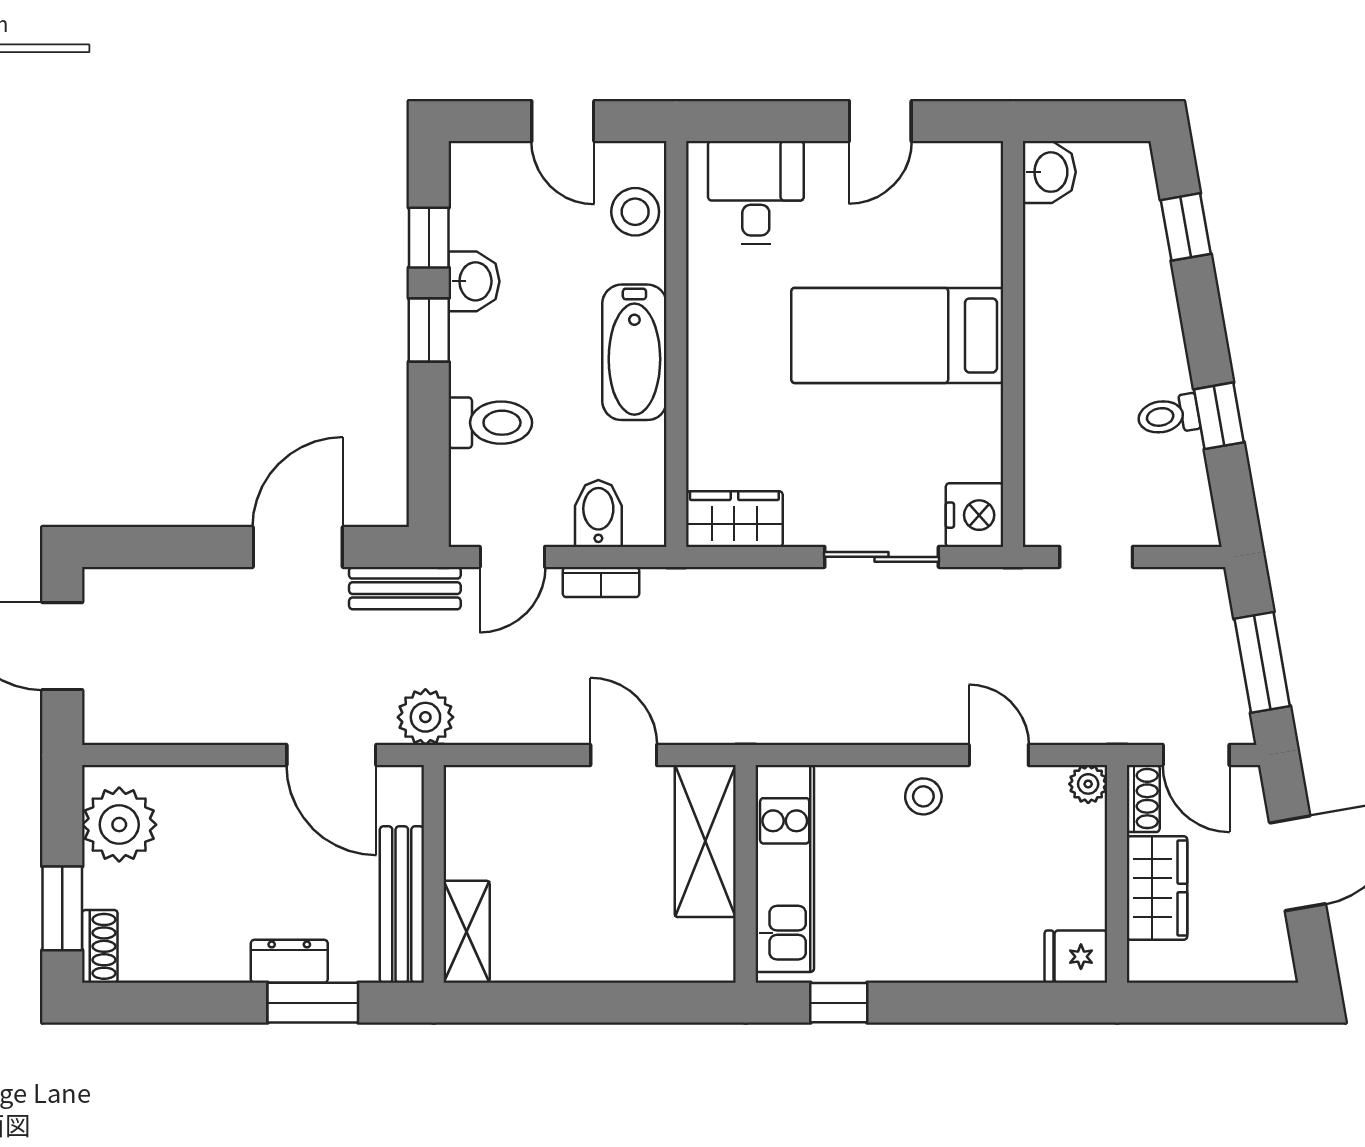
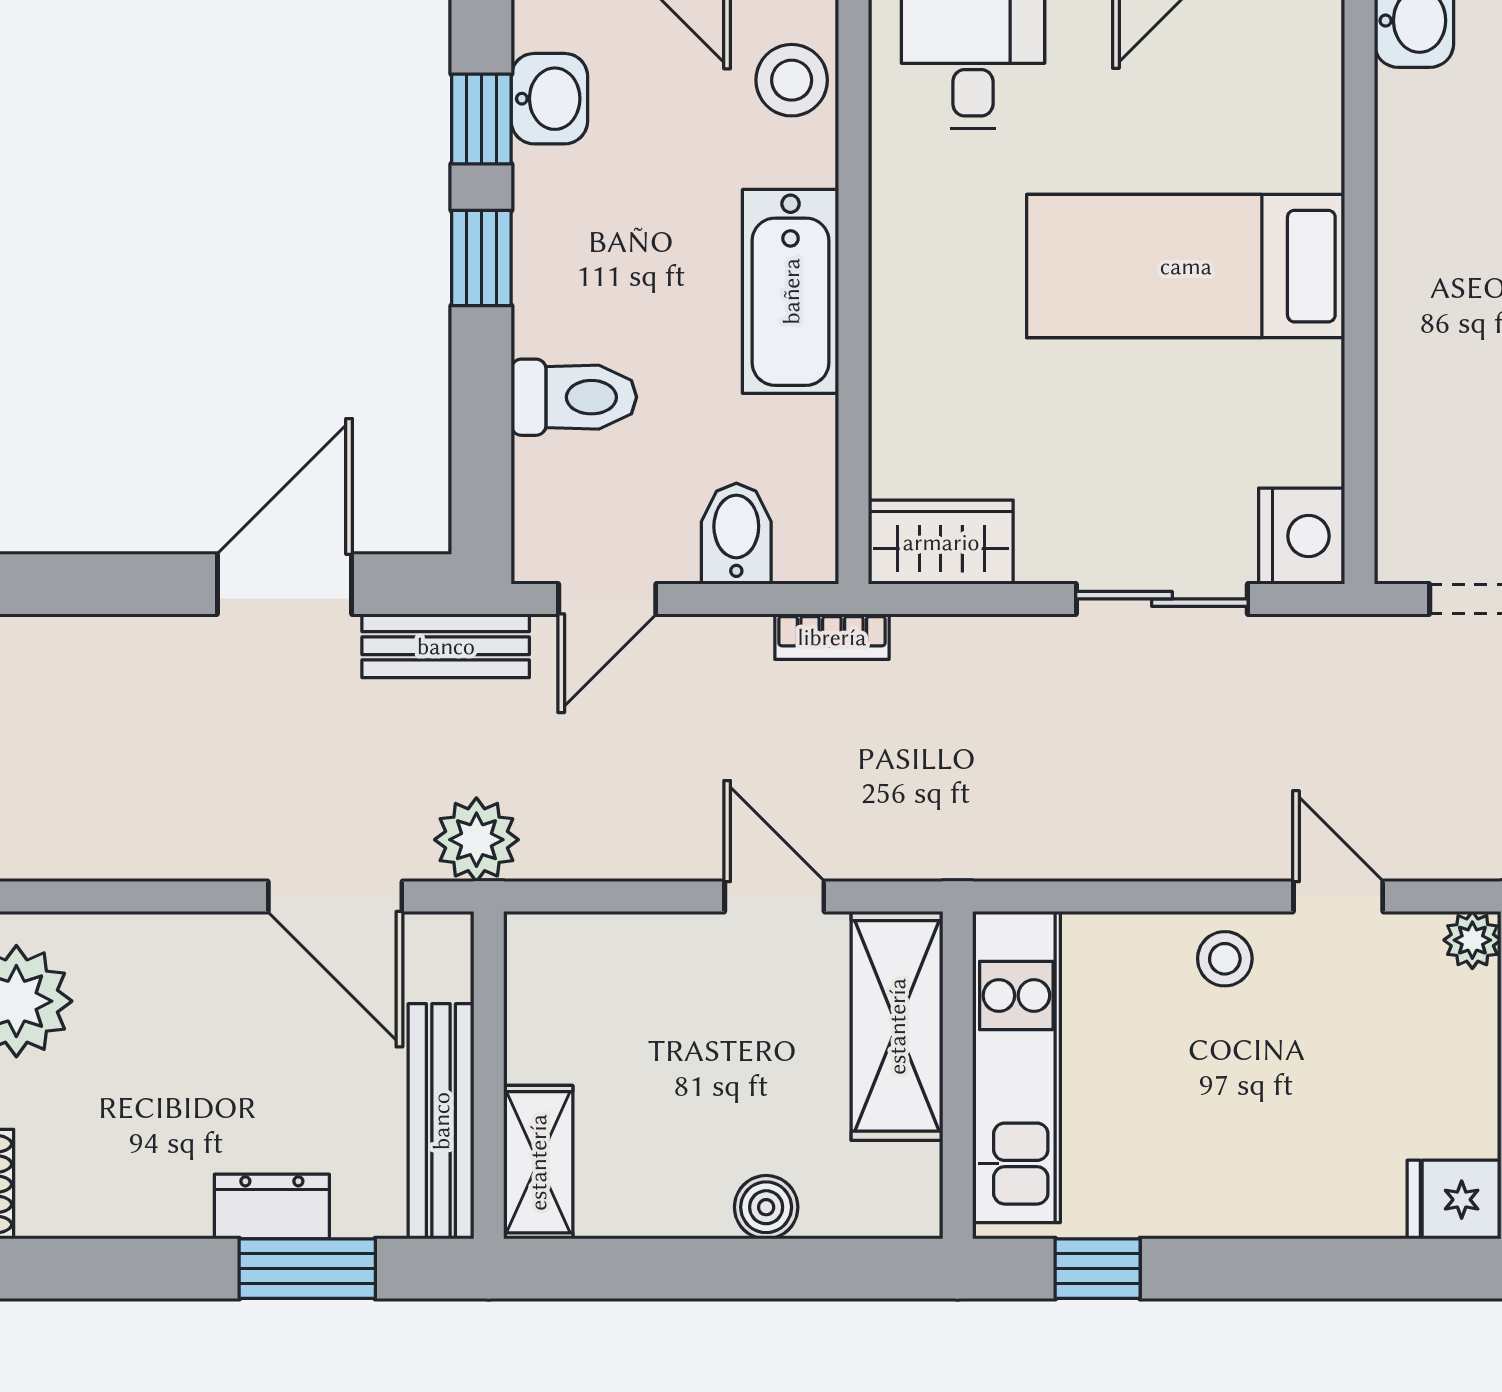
washbasin: (474, 281) -> (549, 99), moved
bookcase: (601, 582) -> (832, 637), moved
boiler: (618, 962) -> (766, 1207), added

